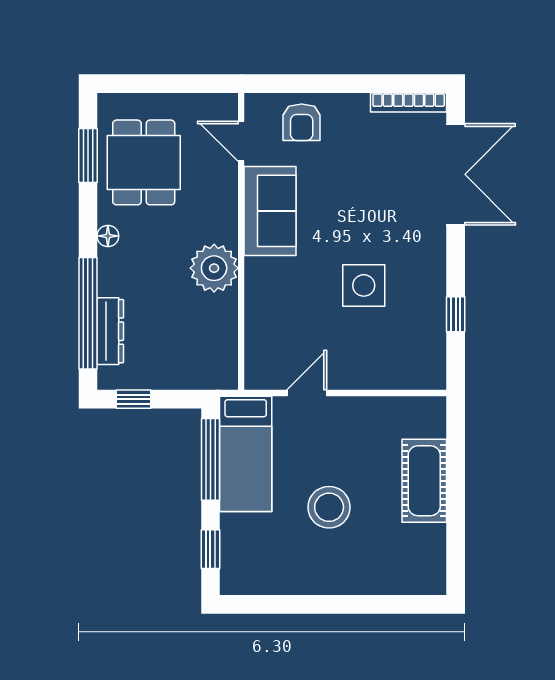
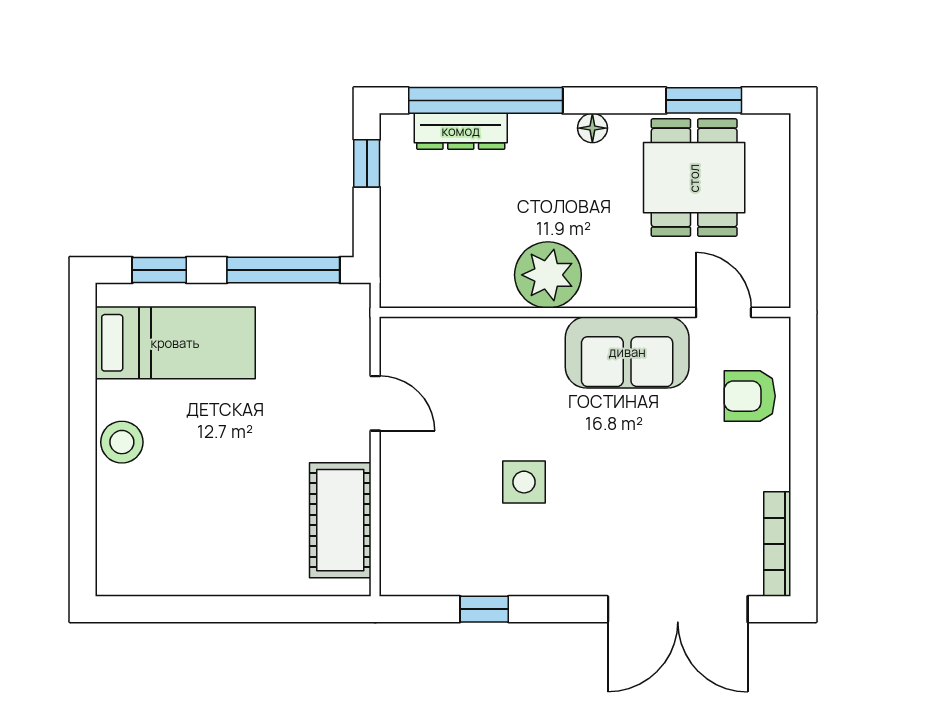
door: (241, 141) -> (724, 312), hinge flipped
dining table: (144, 162) -> (694, 178), turned 90
side table: (364, 285) -> (524, 482), width x0.73, depth x0.73
bed: (246, 454) -> (175, 343), moved, turned 180
cot: (424, 481) -> (340, 520), moved, turned 90
stool: (329, 507) -> (122, 442), moved, width x0.73, depth x0.73

